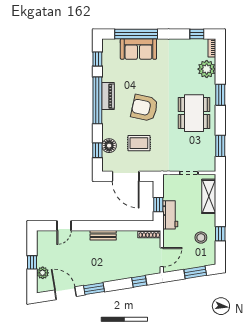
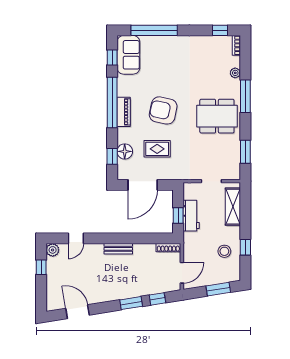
sofa: (138, 49) -> (128, 55), moved, turned -90
plant: (207, 69) -> (235, 73), width x0.53, depth x0.53
window: (220, 95) -> (245, 96), width x1.44
piano: (108, 96) -> (124, 112), moved
dining table: (194, 113) -> (217, 116), turned 90
door: (126, 176) -> (143, 185), hinge flipped
workbench: (170, 215) -> (191, 216), moved
window: (32, 262) -> (41, 267), moved
plant: (43, 273) -> (53, 250), moved
window: (94, 289) -> (131, 303), moved

